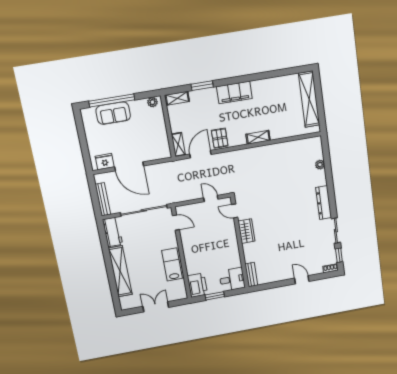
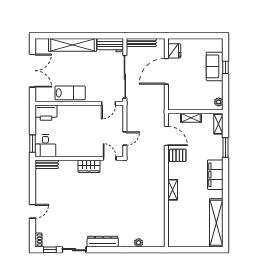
shelving: (309, 99) -> (216, 223), moved, turned 90
window: (112, 101) -> (226, 67), width x0.32
shelving: (178, 144) -> (191, 118), moved
door: (235, 211) -> (110, 158), hinge flipped
window: (215, 296) -> (33, 144), moved
double door: (156, 307) -> (33, 71), width x1.37

